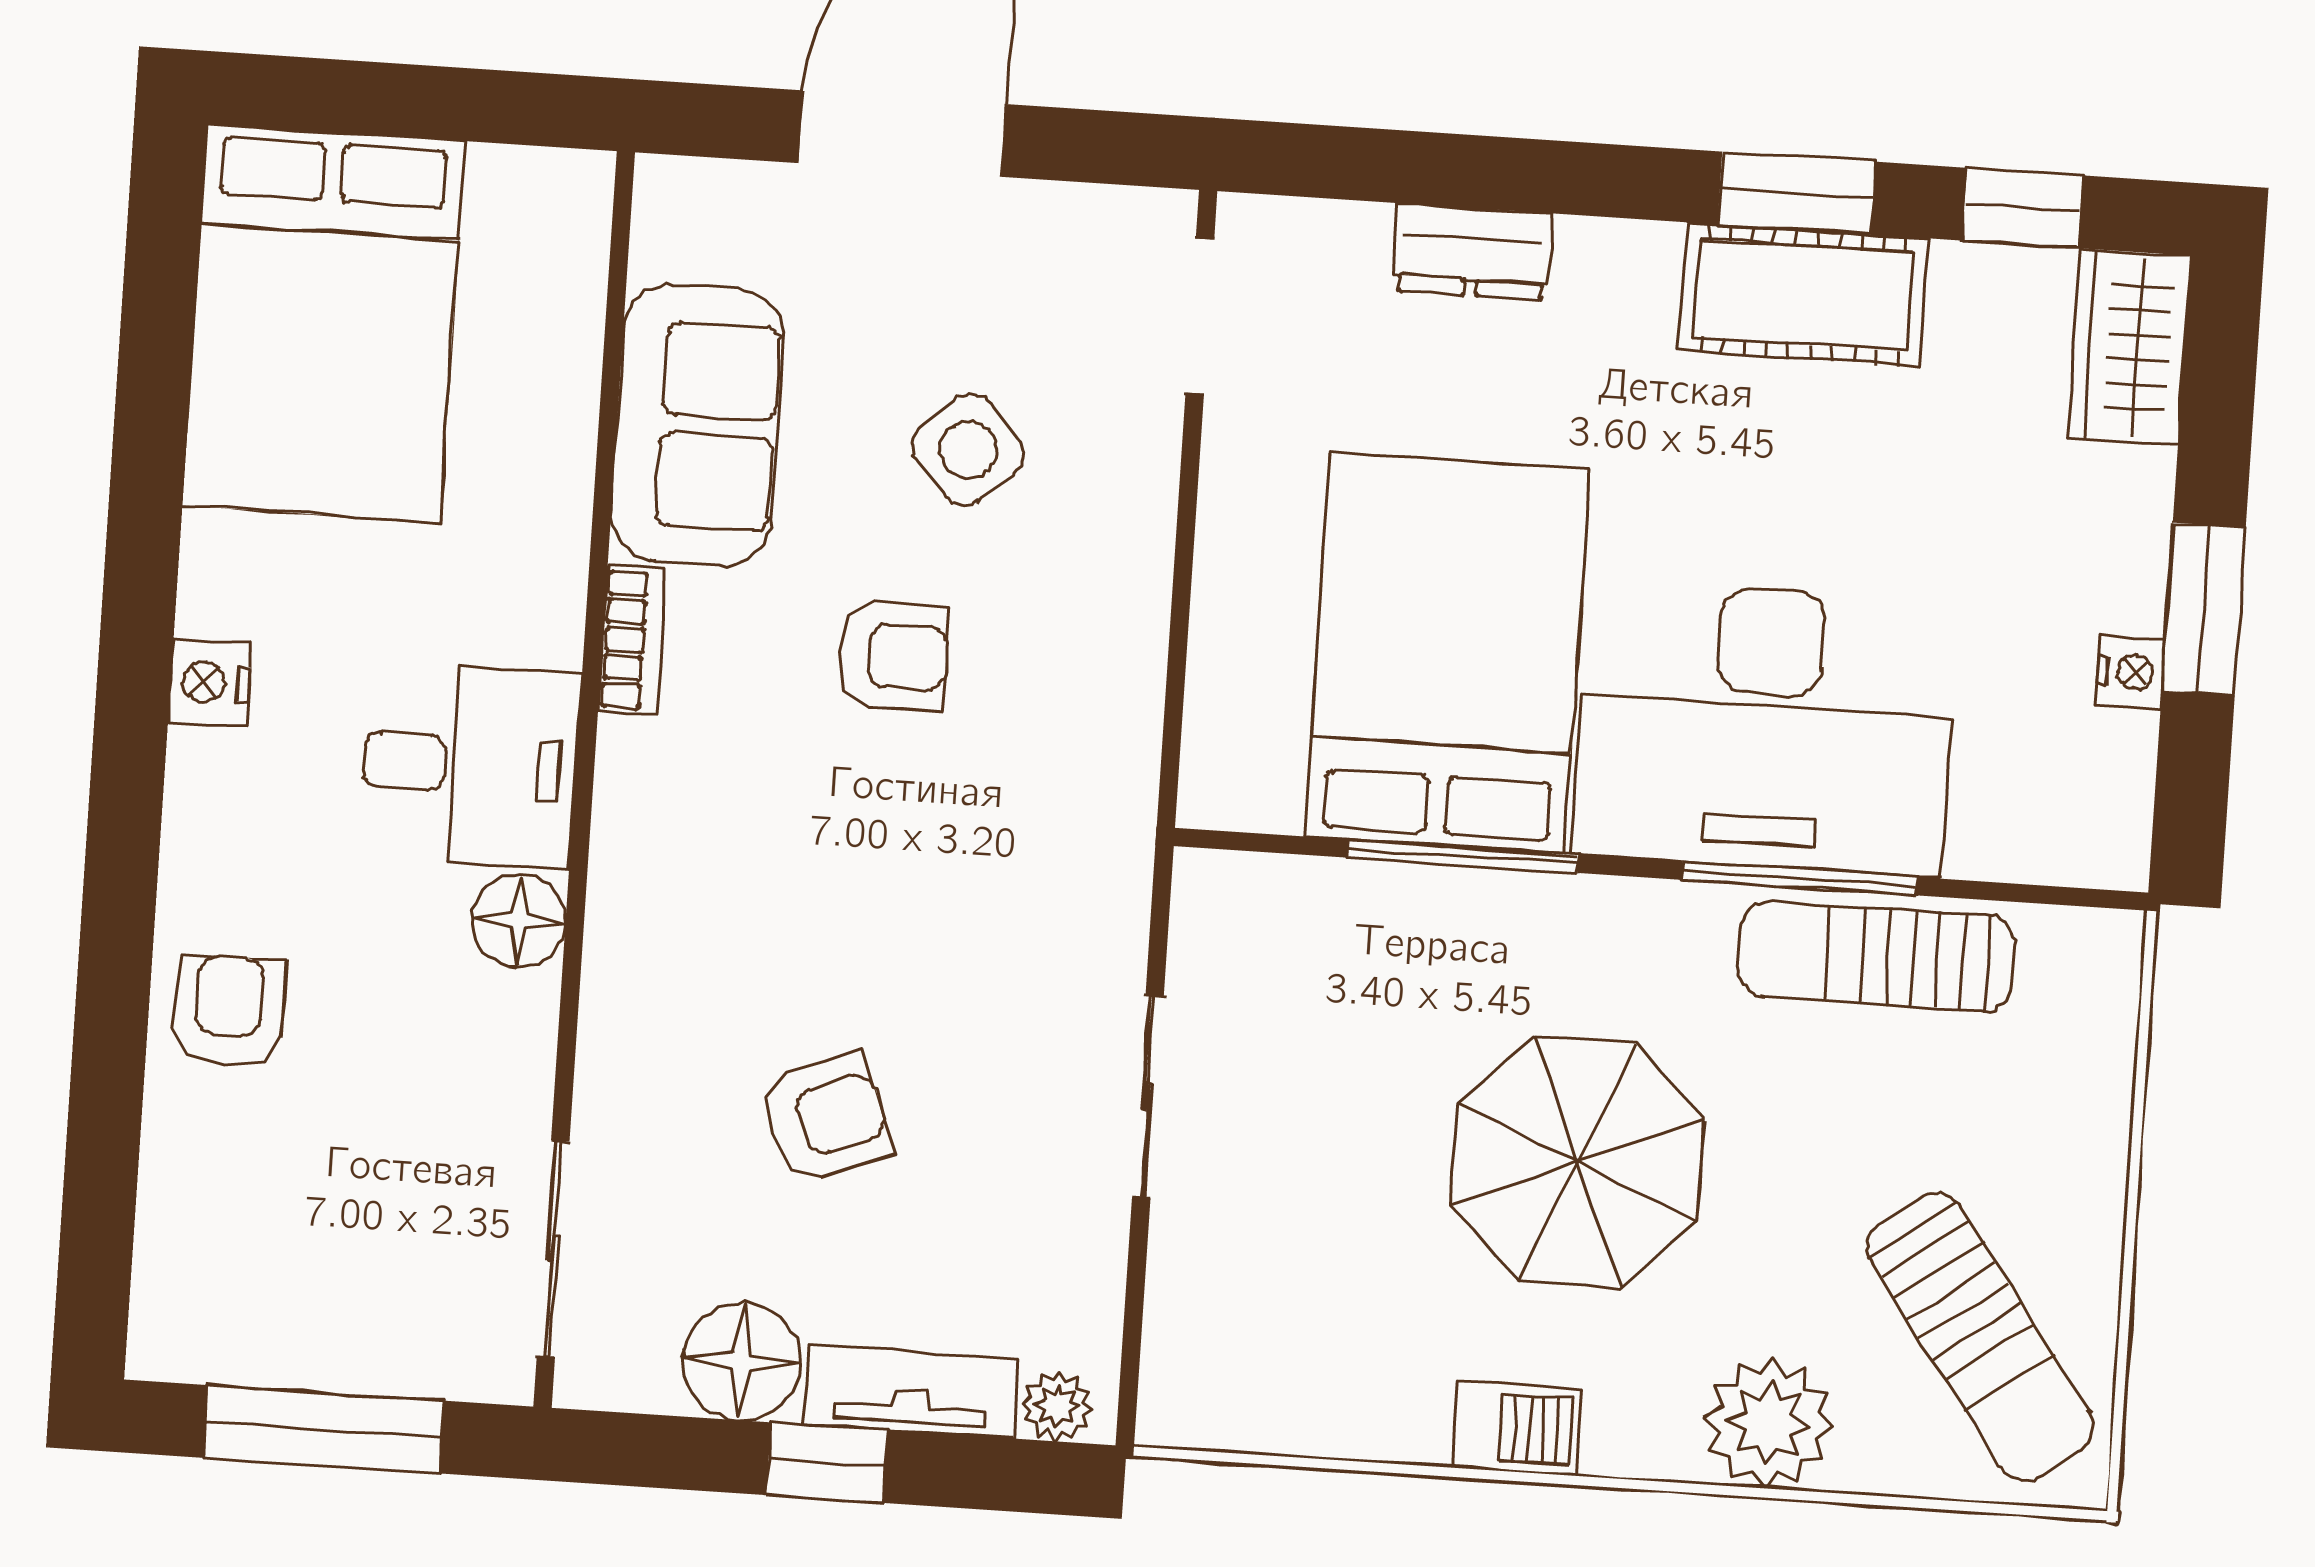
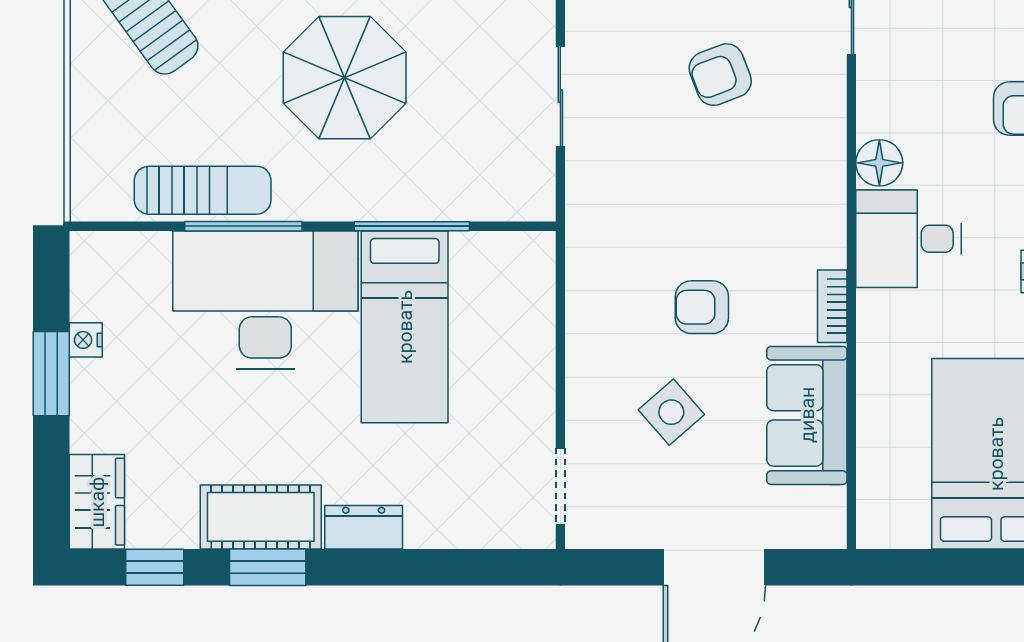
dresser: (1472, 252) -> (364, 527), moved
bed: (1447, 653) -> (405, 327), width x0.67

